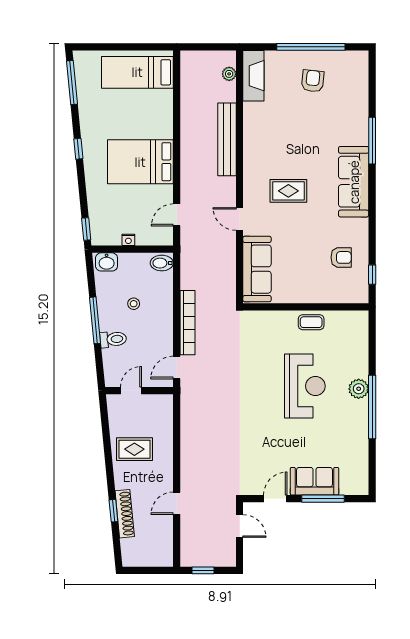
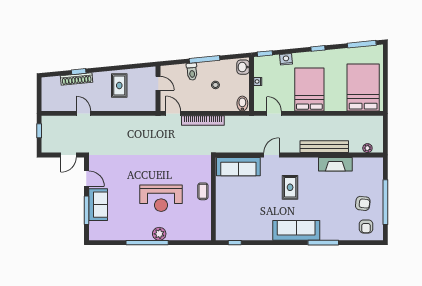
bed: (137, 72) -> (363, 87), width x1.50
fireplace: (253, 76) -> (335, 164), moved
nightstand: (95, 197) -> (286, 59), added
armchair: (341, 257) -> (366, 226), moved
coffee table: (311, 322) -> (203, 191), moved

